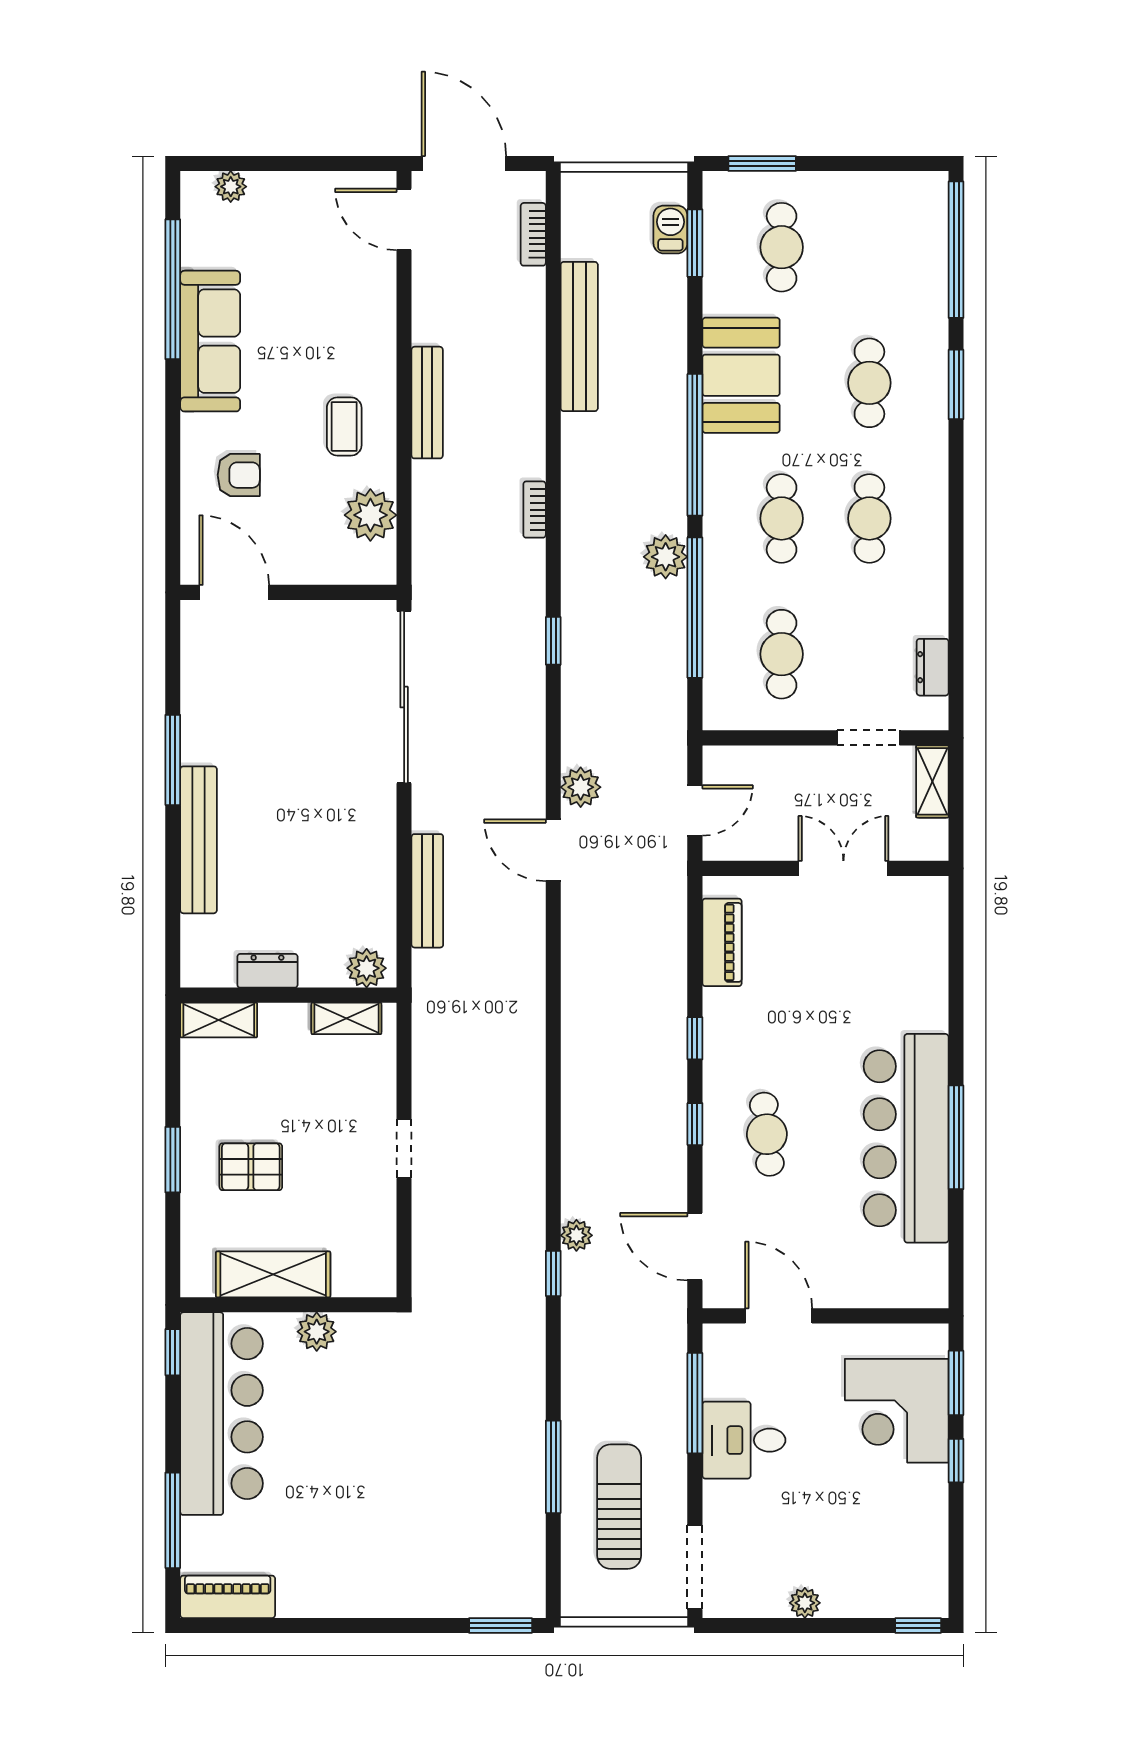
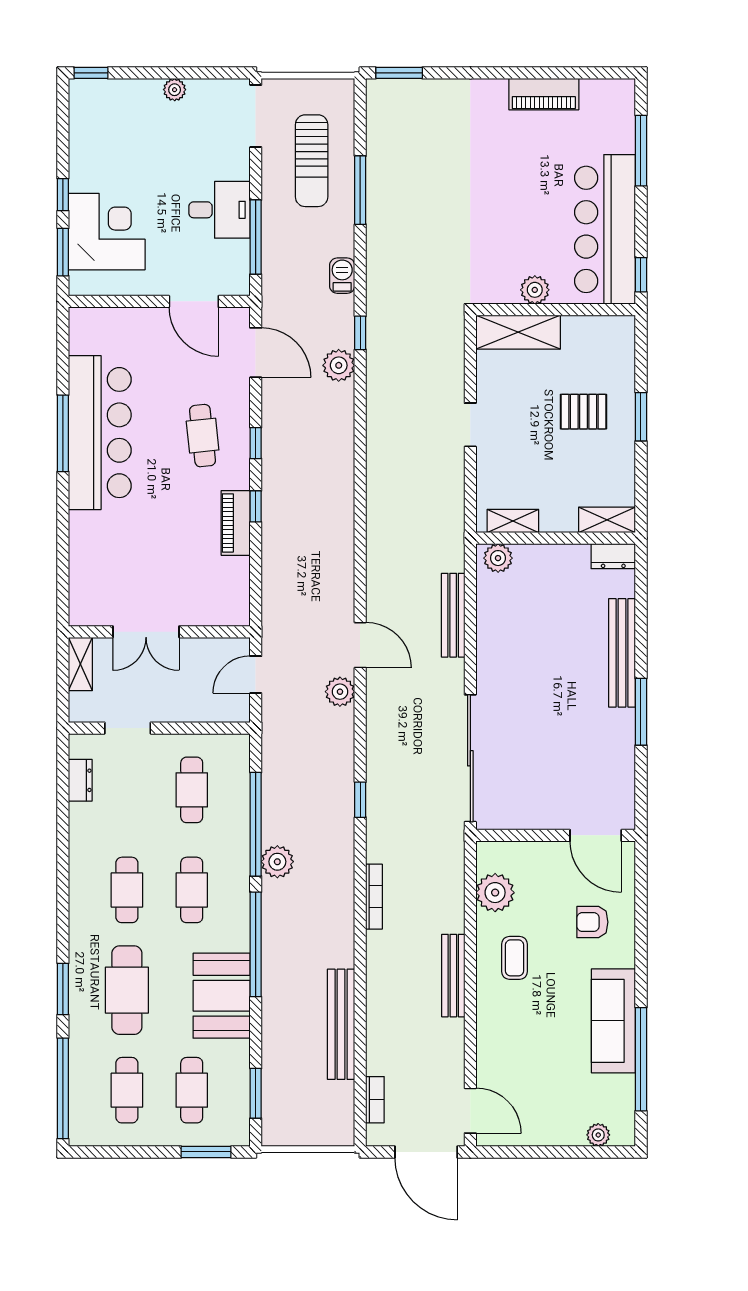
barbecue: (670, 229) -> (342, 276), moved, turned 180
cafe table: (869, 247) -> (127, 1090), added
cafe table: (869, 383) -> (127, 990), width x1.37, depth x1.35
bookcase: (535, 510) -> (374, 897), width x1.56
shelving: (932, 781) -> (80, 664), moved
piano: (722, 942) -> (236, 523), moved
dresser: (267, 971) -> (613, 556), moved
plant: (576, 1235) -> (339, 365), width x1.38, depth x1.38
shelving: (273, 1274) -> (518, 332), moved
piano: (228, 1597) -> (544, 94), moved

